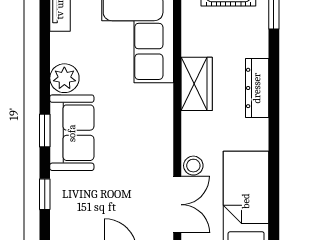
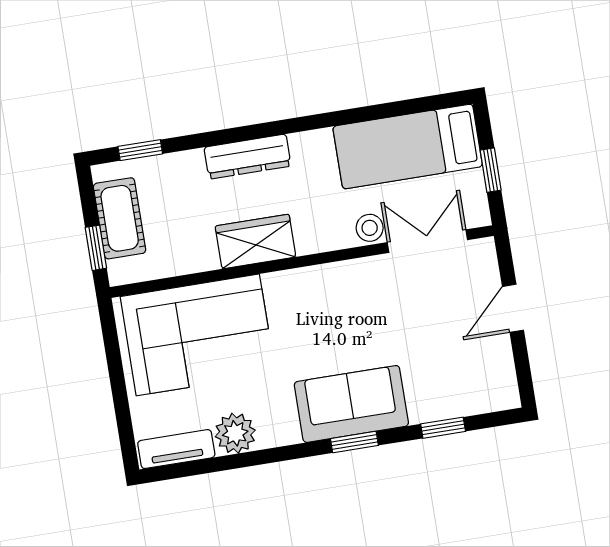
plant: (64, 78) -> (235, 433), moved

